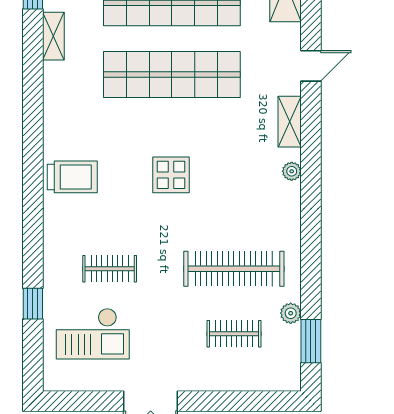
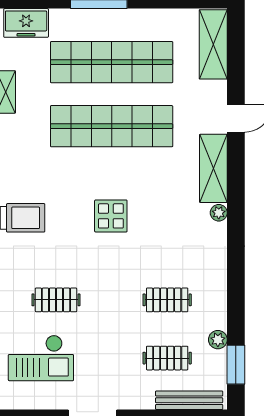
shelving: (290, 122) -> (213, 168), width x1.50, depth x1.33
clothes rail: (234, 269) -> (167, 300), width x0.54, depth x0.76
bench: (259, 381) -> (189, 400), added

